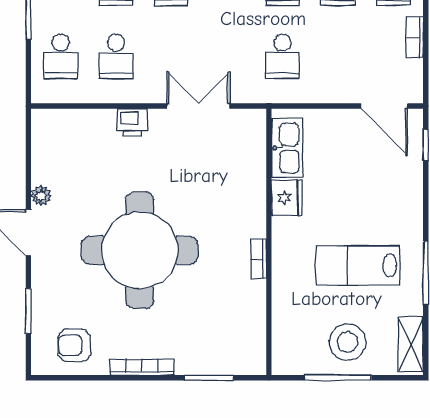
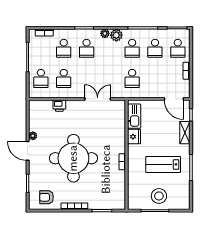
printer: (132, 122) -> (59, 106), moved
shelving: (411, 344) -> (185, 133), moved

